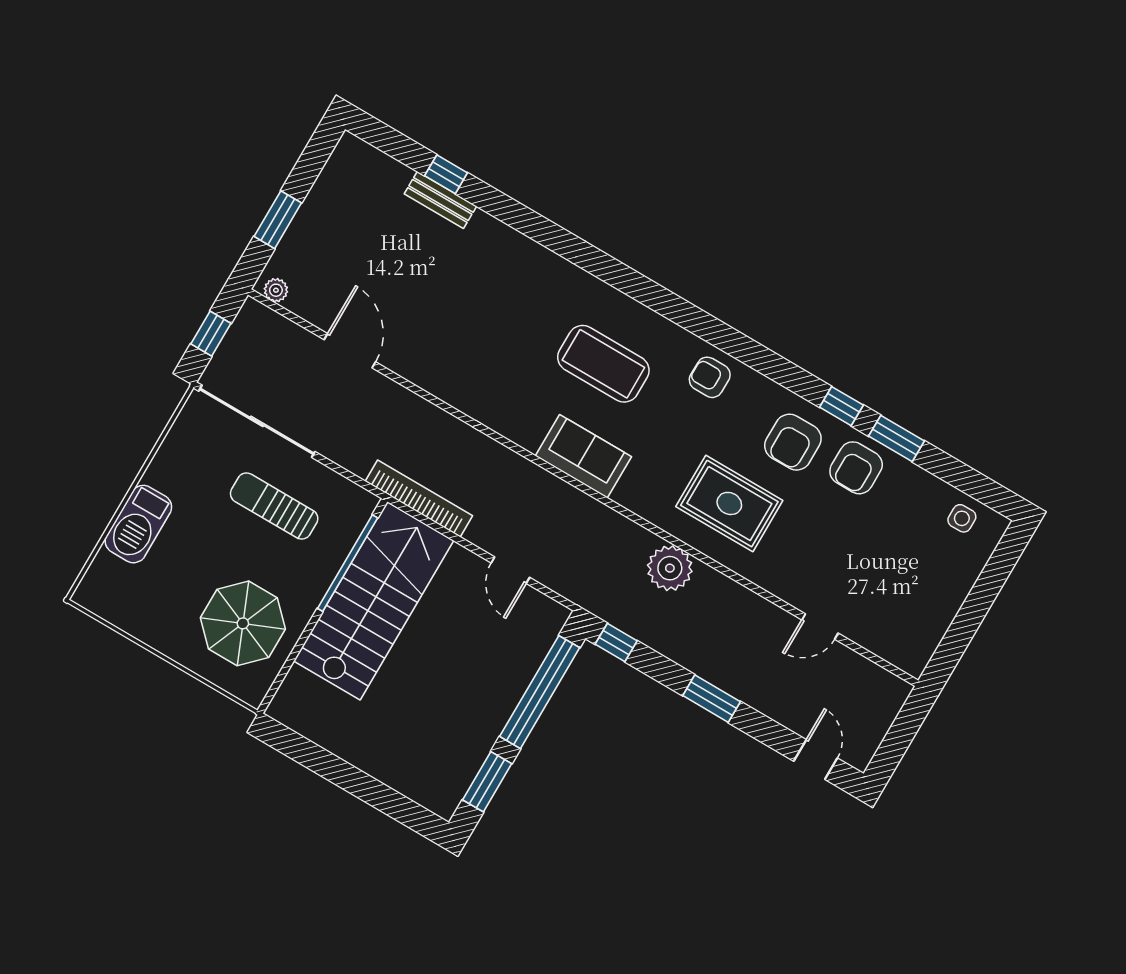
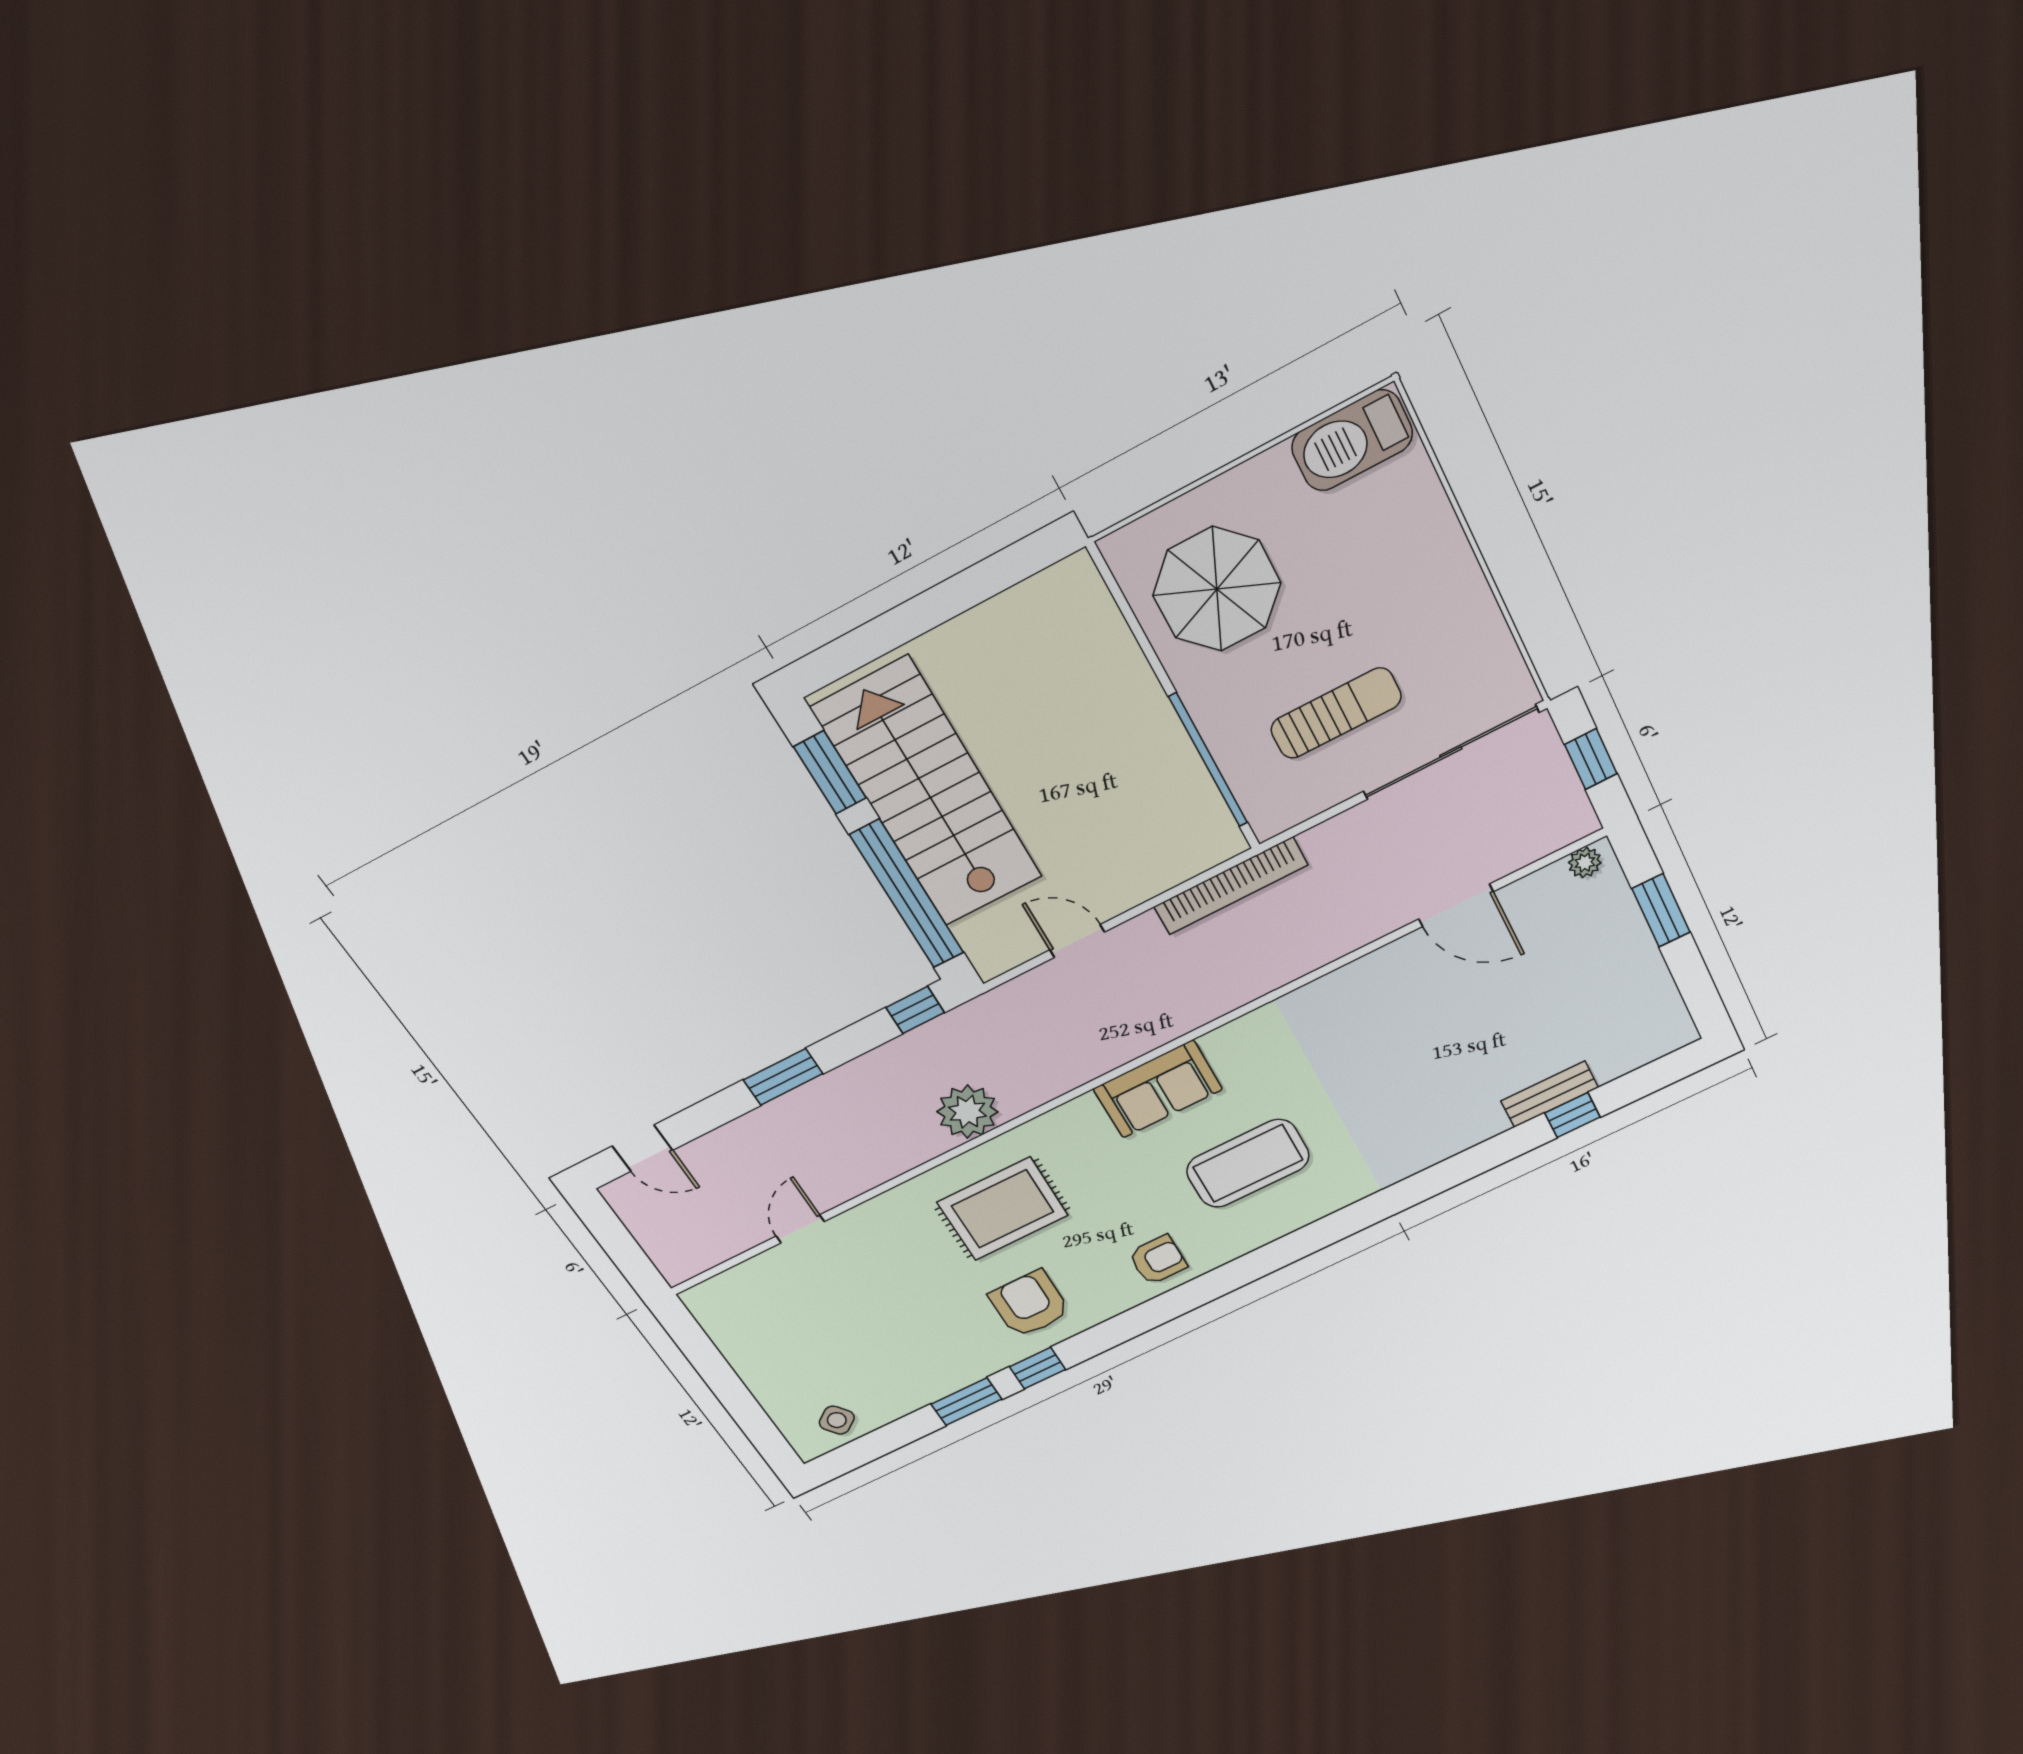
armchair: (856, 468) -> (960, 1349), removed
side table: (962, 518) -> (837, 1420), turned -37
barbecue: (138, 524) -> (1352, 440), moved, turned -90
stairs: (374, 601) -> (928, 793), moved, turned 180

